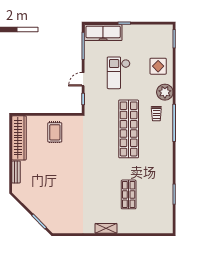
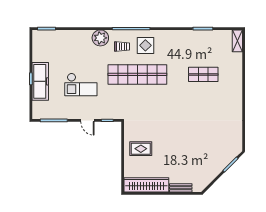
freezer: (103, 33) -> (40, 81), moved
display table: (158, 66) -> (145, 45), moved
shelving: (106, 228) -> (237, 41), moved

